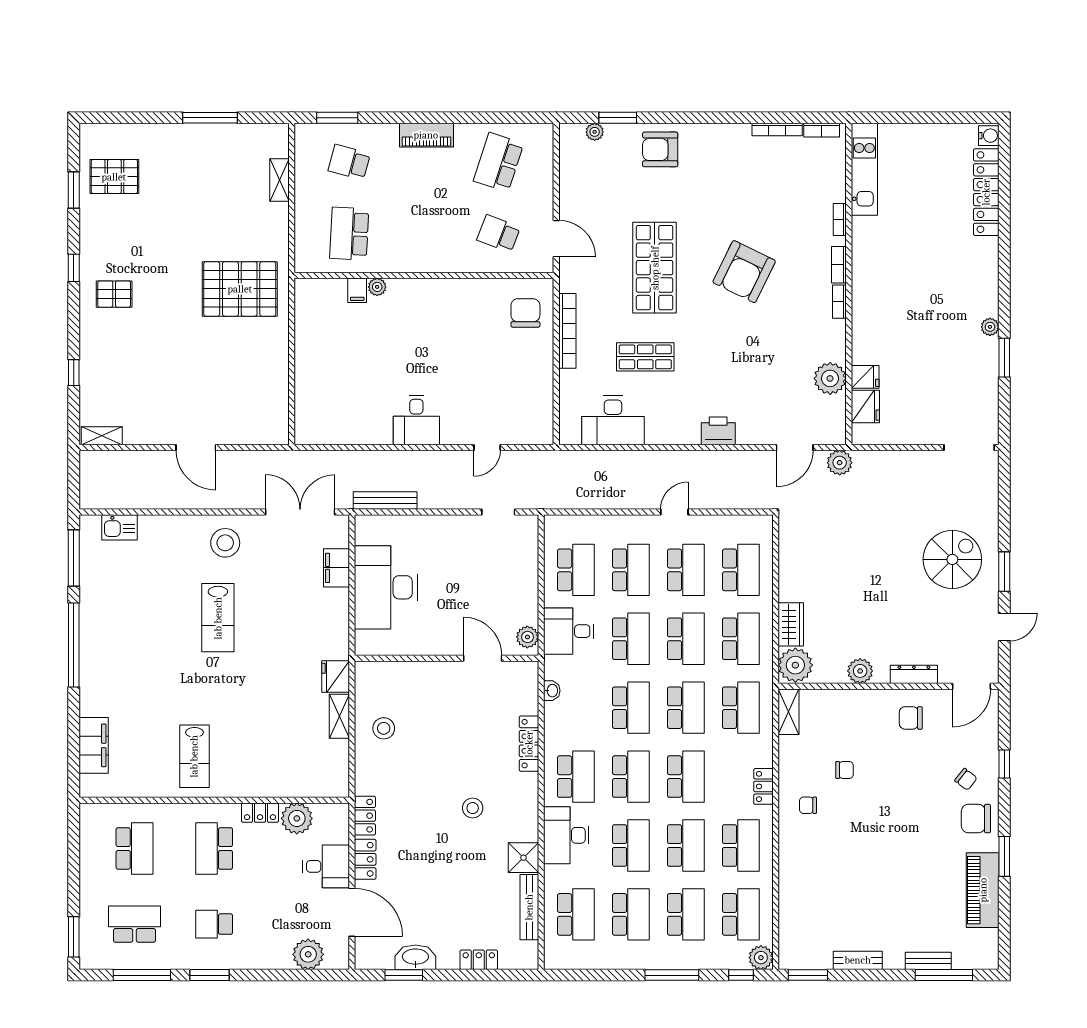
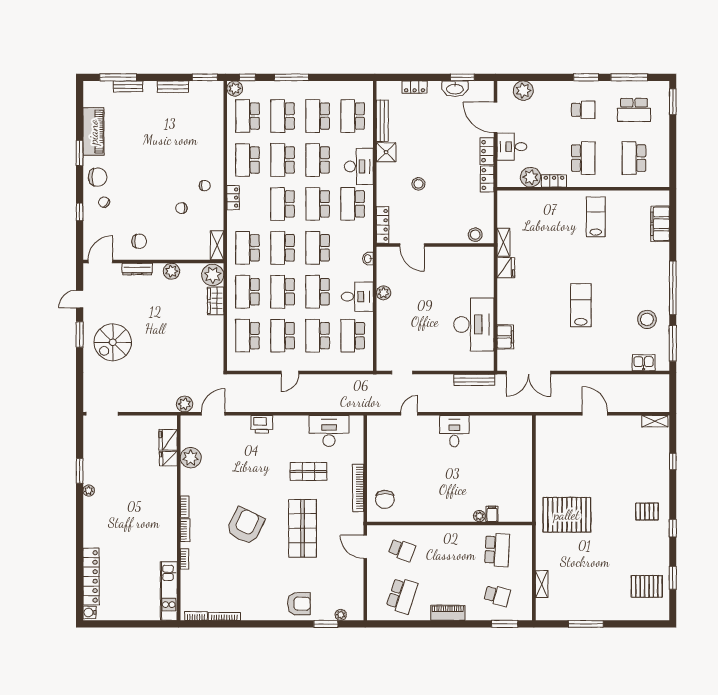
stool: (225, 543) -> (647, 319), moved
wall: (446, 658) -> (435, 245), moved
door: (483, 658) -> (412, 245), moved

